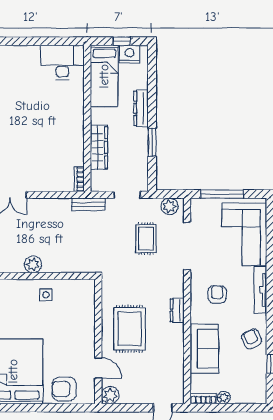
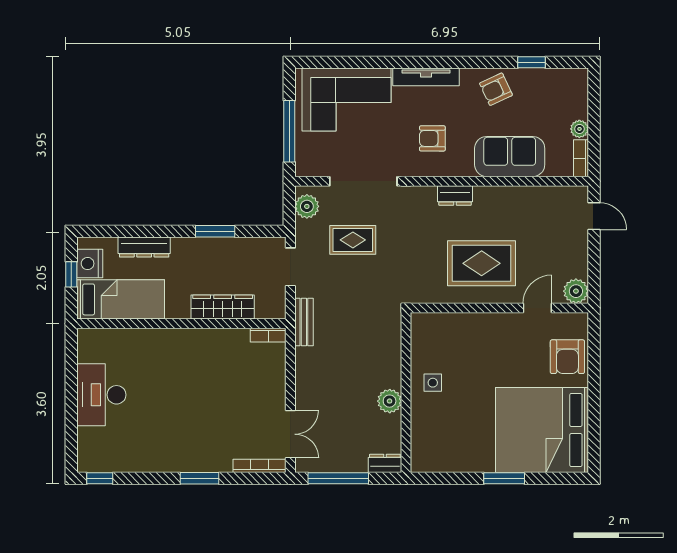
desk: (62, 62) -> (101, 395), moved
dresser: (141, 108) -> (144, 247), moved

